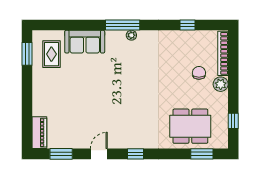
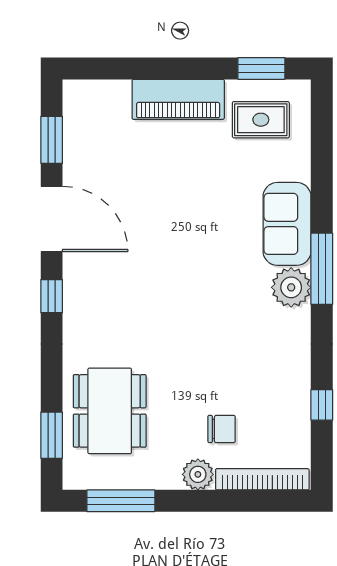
plant: (131, 35) -> (291, 287), width x1.88, depth x1.88
sofa: (85, 42) -> (287, 224), moved
window: (233, 121) -> (121, 501), width x2.17
piano: (39, 133) -> (178, 99), moved, width x1.37, depth x1.33
door: (99, 154) -> (52, 219), width x1.88

